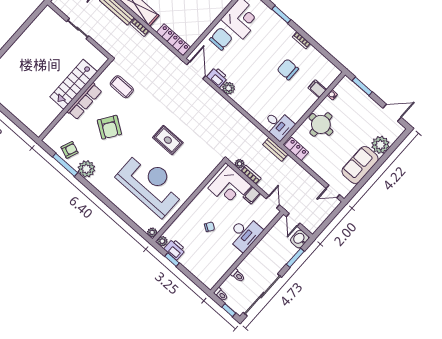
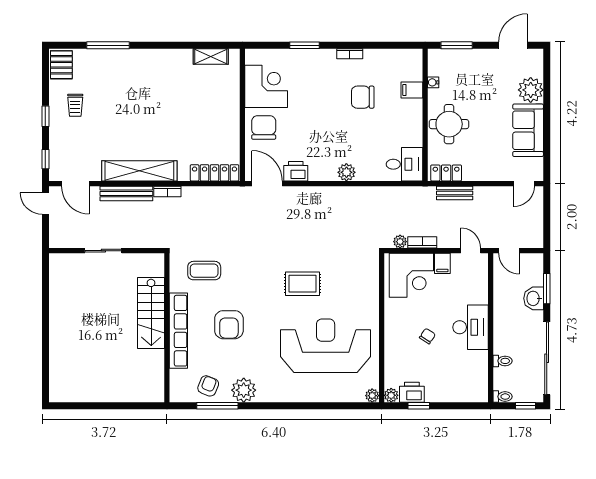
plant: (229, 88) -> (346, 172), moved
row of seats: (85, 101) -> (178, 331), width x1.36
armchair: (109, 127) -> (229, 325), turned 56
bench: (275, 149) -> (455, 193), moved
desk: (244, 234) -> (470, 327), moved
washbasin: (300, 239) -> (534, 298), moved

